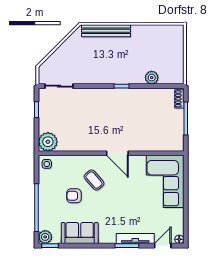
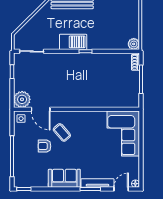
barbecue: (107, 75) -> (73, 42), added
plant: (152, 78) -> (134, 44), moved
door: (117, 153) -> (41, 109), moved
sofa: (80, 233) -> (64, 178), moved
plant: (45, 237) -> (20, 182), removed

